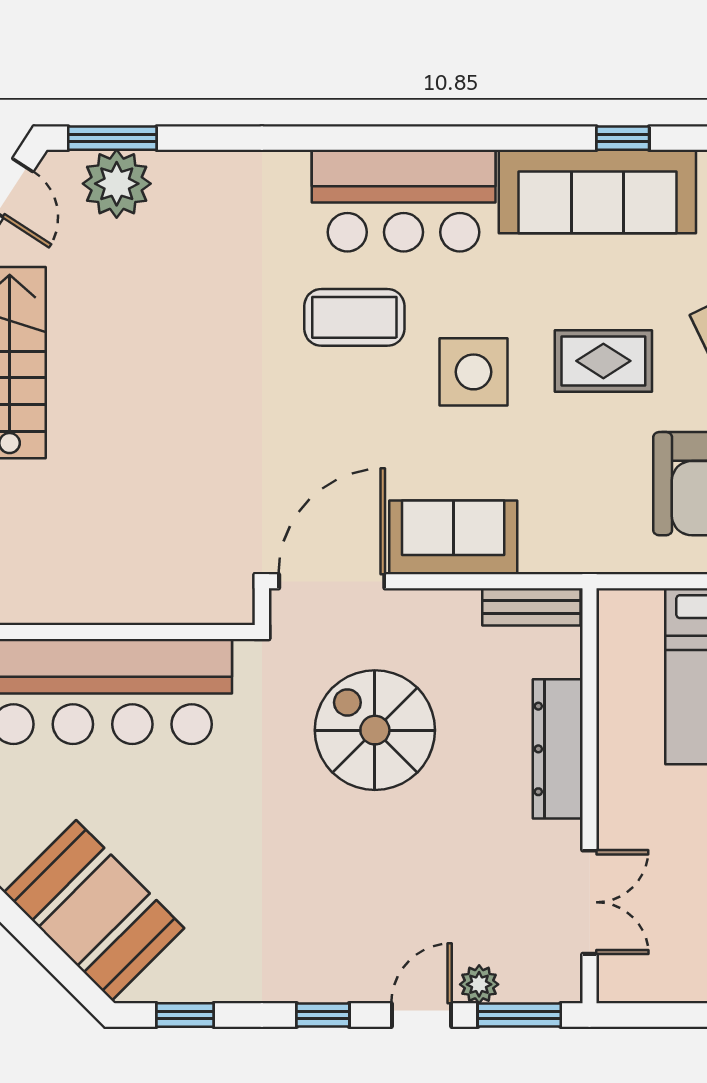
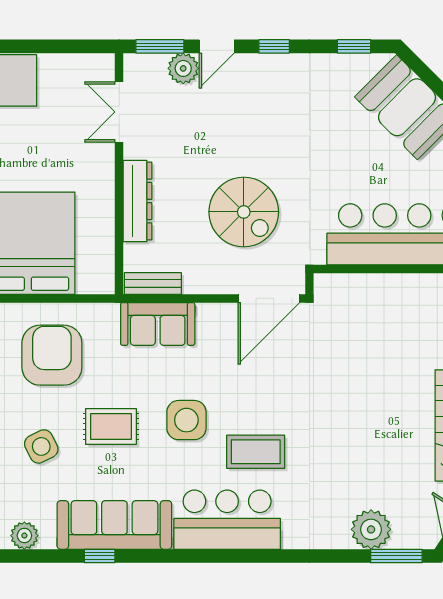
plant: (117, 184) -> (371, 529), moved
sofa: (453, 537) -> (158, 324), moved
plant: (479, 984) -> (183, 68), width x1.38, depth x1.38

